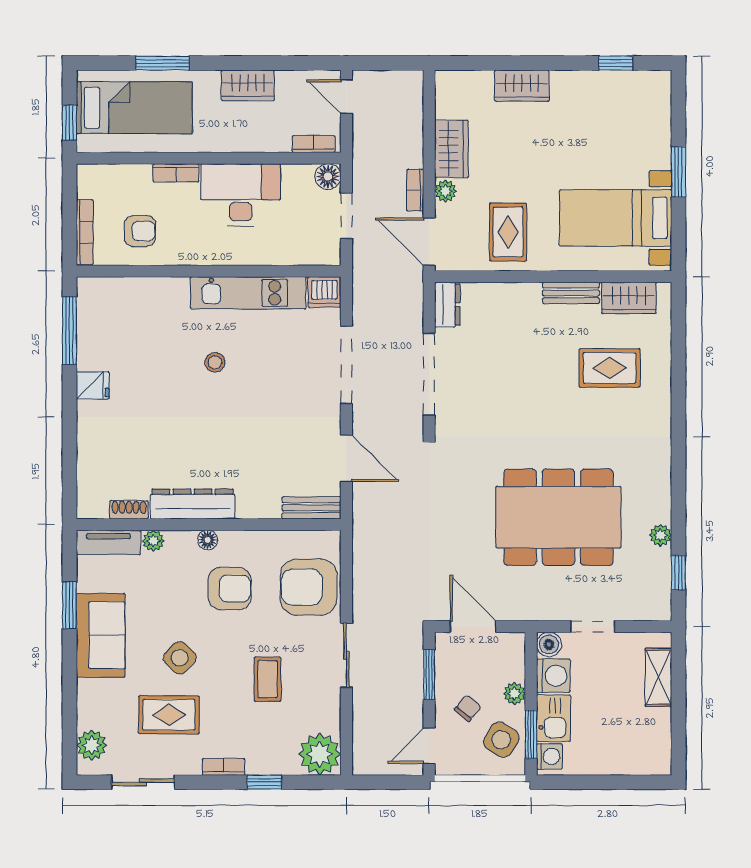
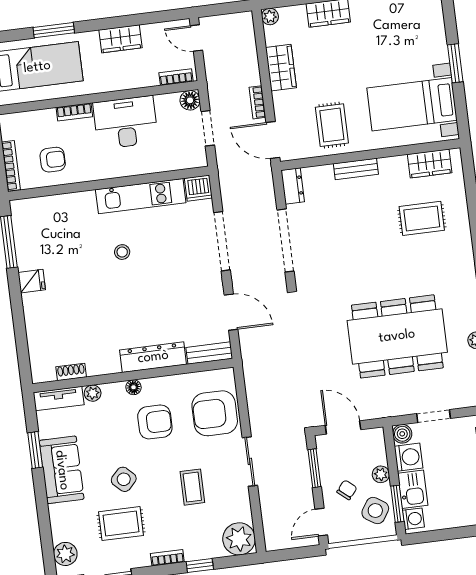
plant: (445, 191) -> (270, 17), moved
bench: (571, 293) -> (356, 169), moved
dresser: (193, 504) -> (153, 357), moved

